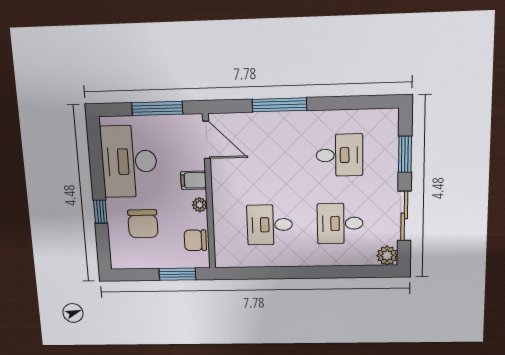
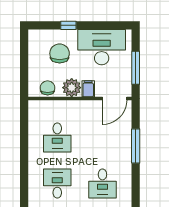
plant: (200, 205) -> (72, 88), width x1.87, depth x1.87
chair: (143, 224) -> (60, 53), turned 90
desk: (270, 225) -> (57, 138), turned 180
window: (177, 274) -> (24, 75), removed

